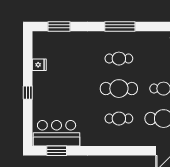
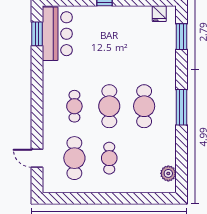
cafe table: (119, 59) -> (144, 106), width x1.37, depth x1.35
fridge: (39, 65) -> (159, 14), moved

